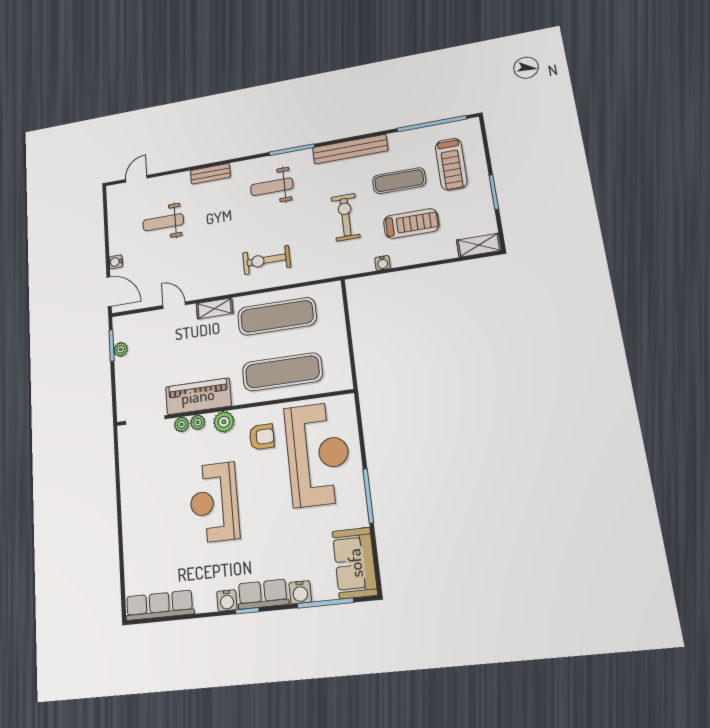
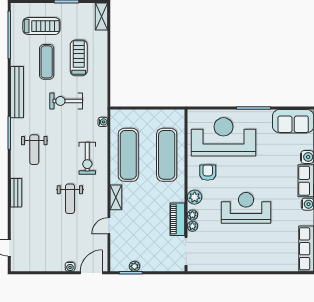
weight bench: (163, 222) -> (70, 199), moved
water cooler: (383, 263) -> (103, 122), moved
piano: (198, 396) -> (177, 219), width x0.73, depth x0.75
reception desk: (214, 502) -> (246, 208), turned 180

